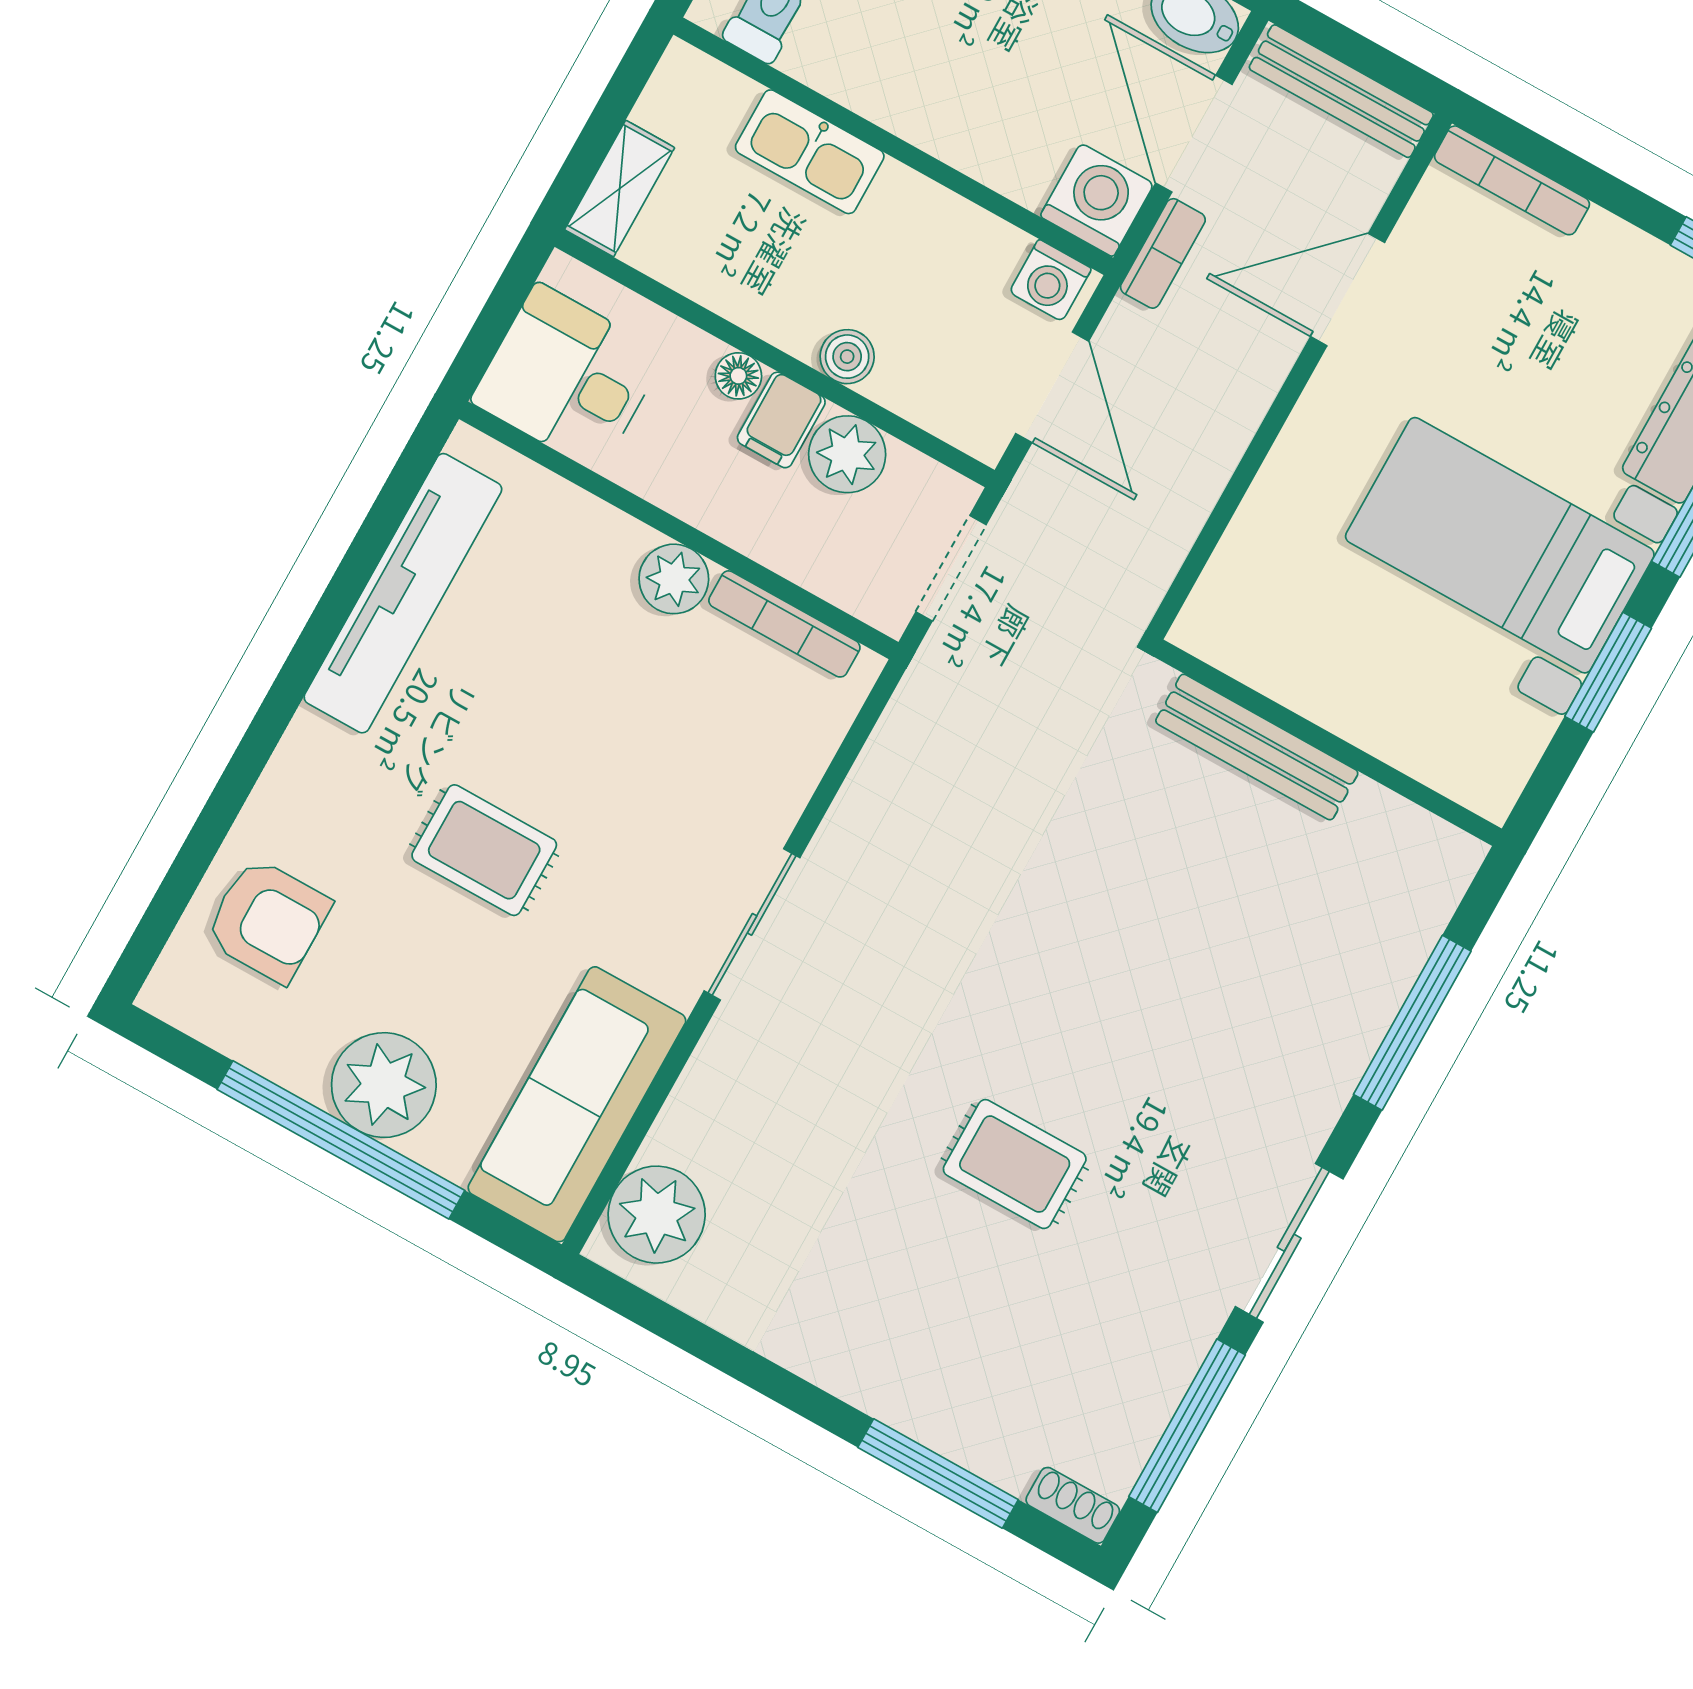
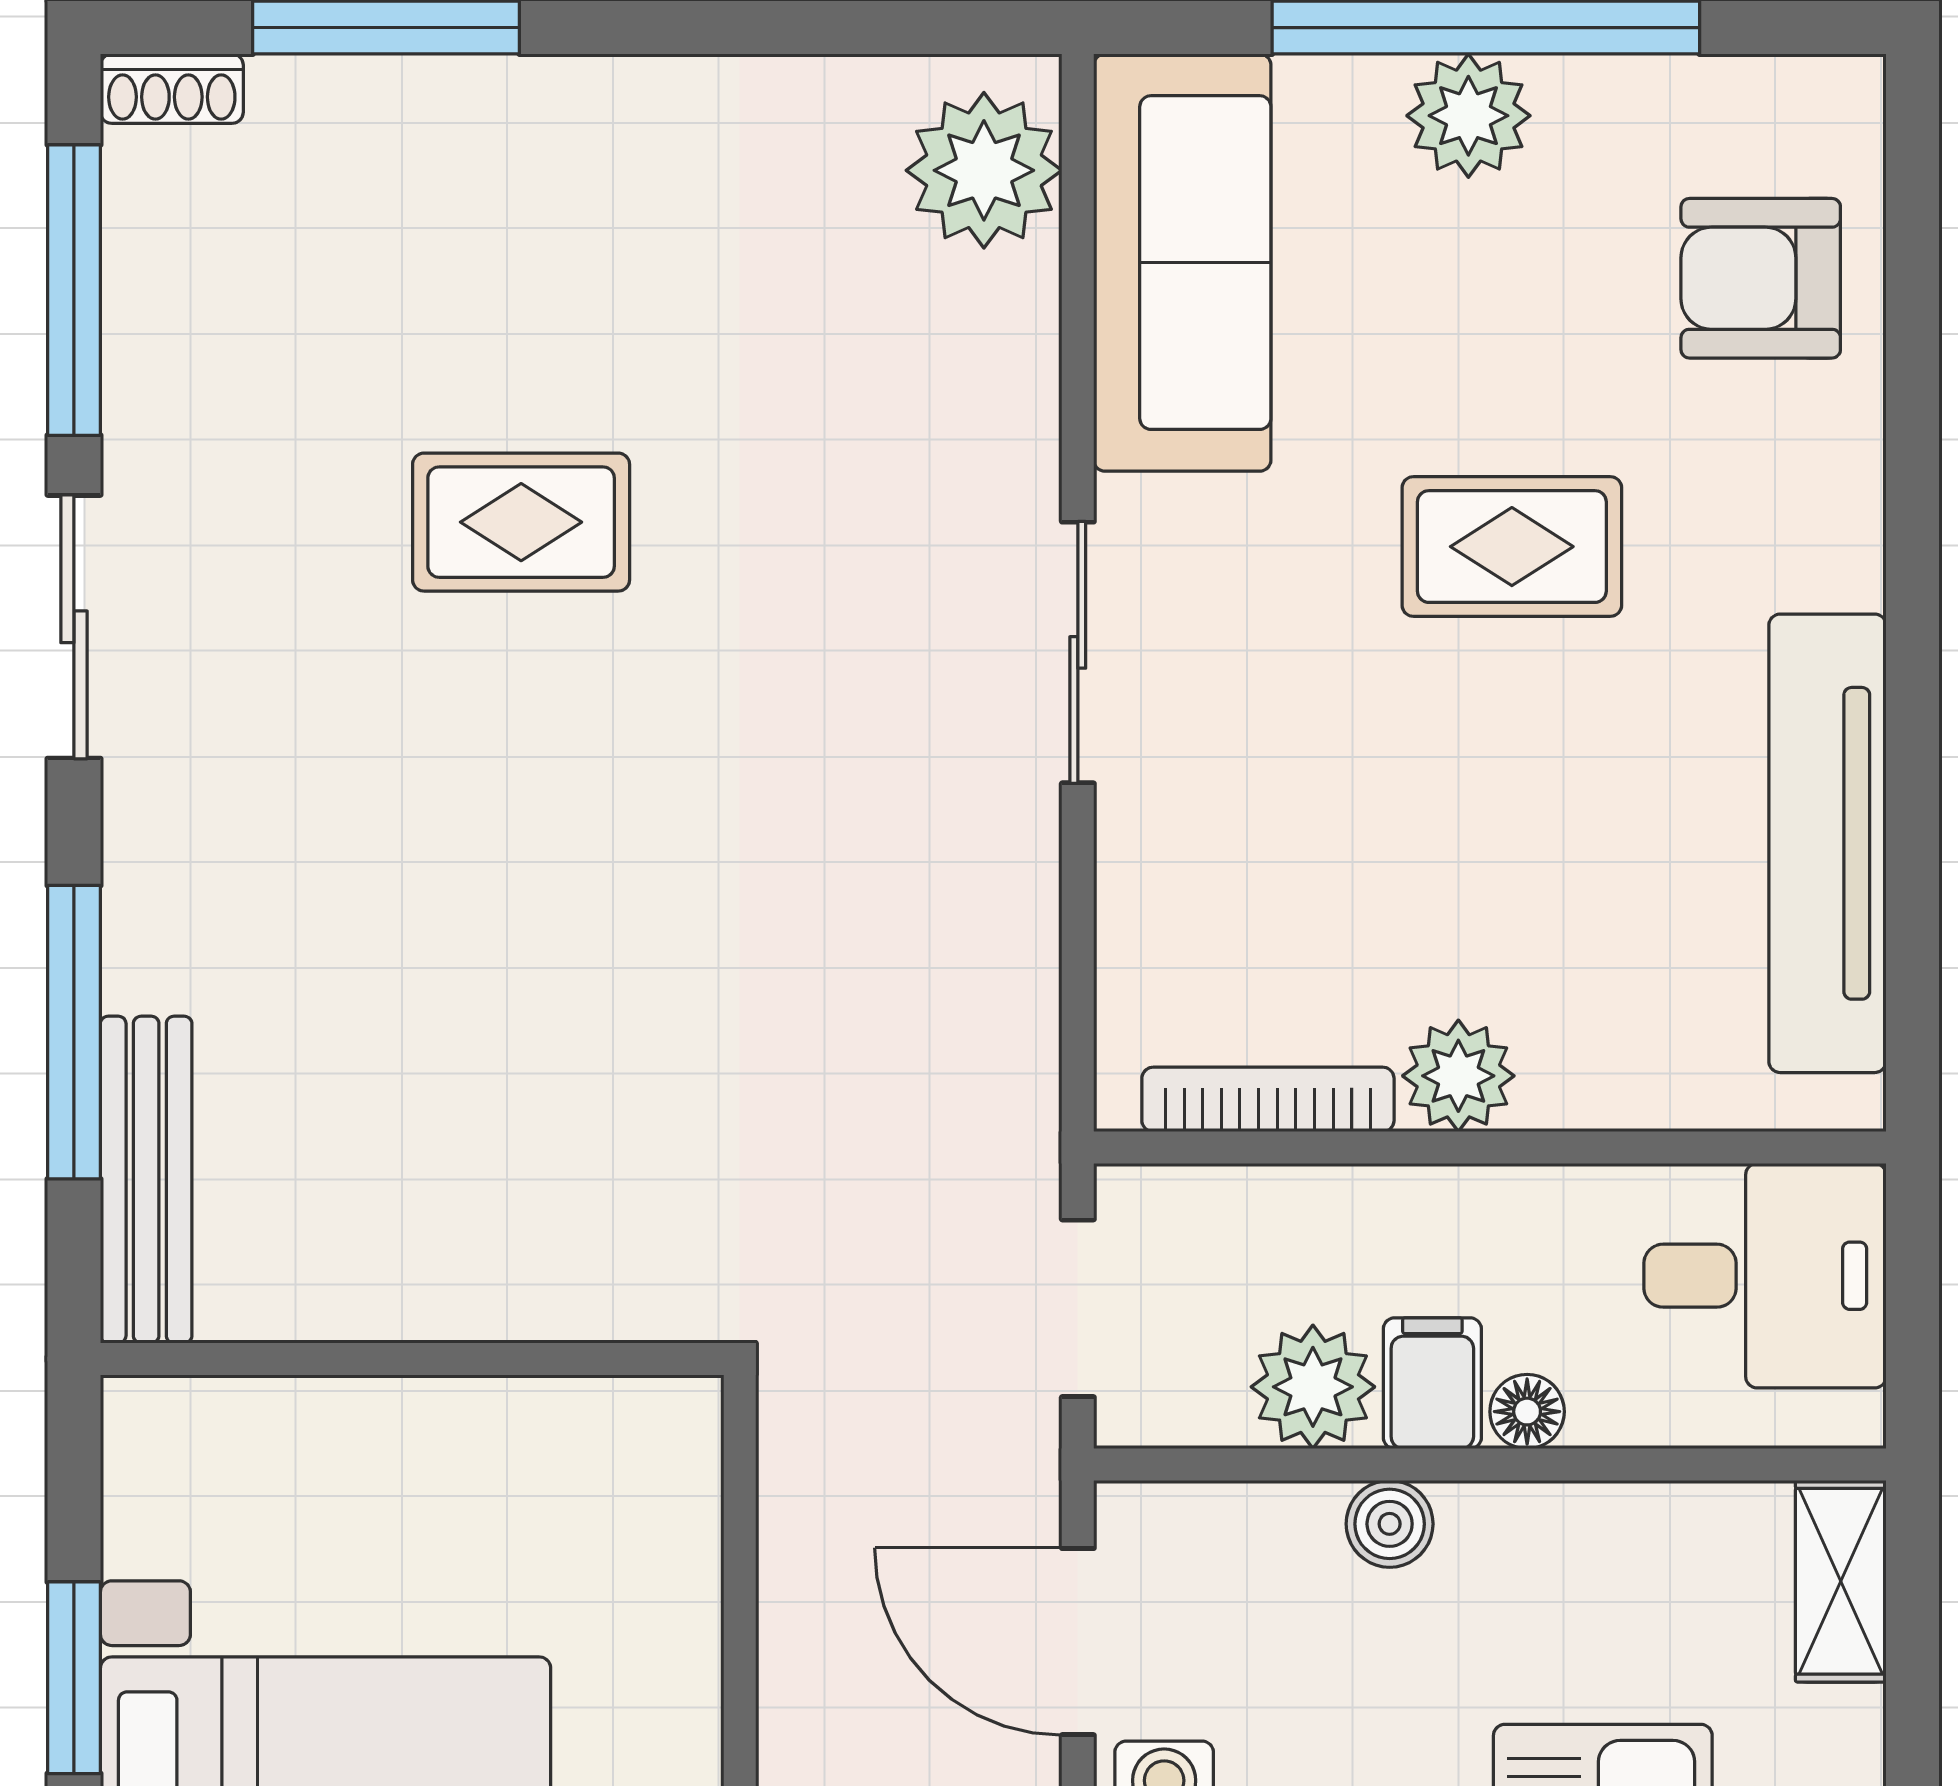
bench: (1257, 747) -> (146, 1180), moved, turned 90
plant: (384, 1085) -> (1468, 116), width x0.73, depth x0.73

